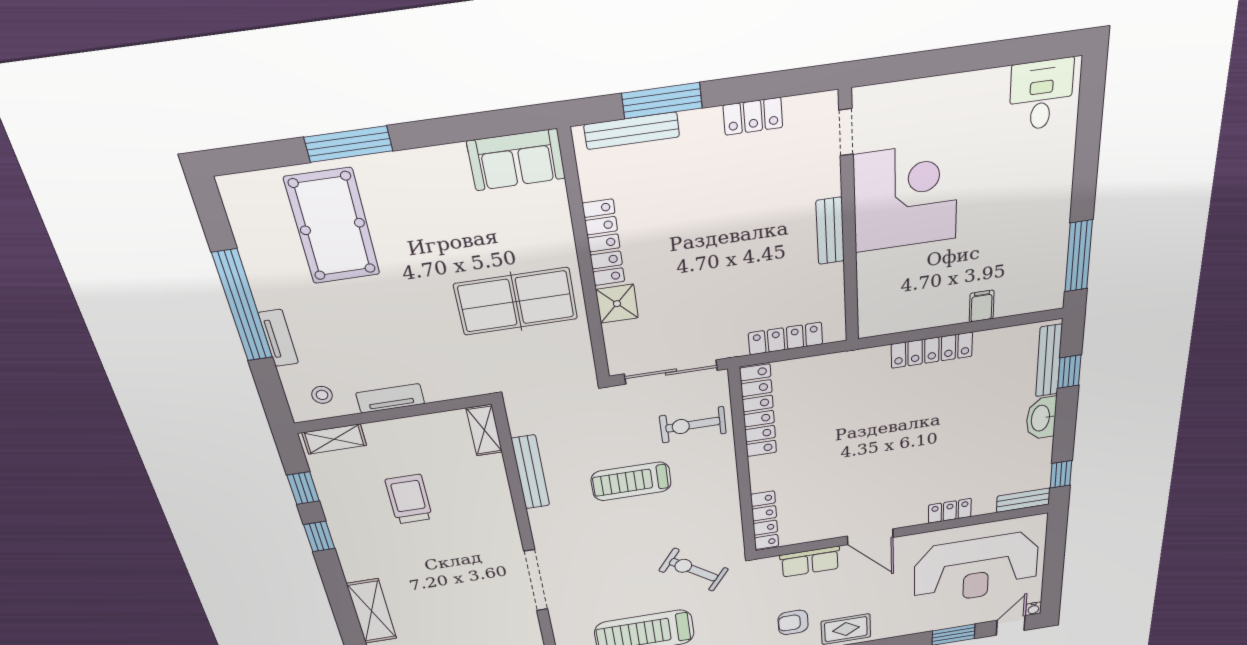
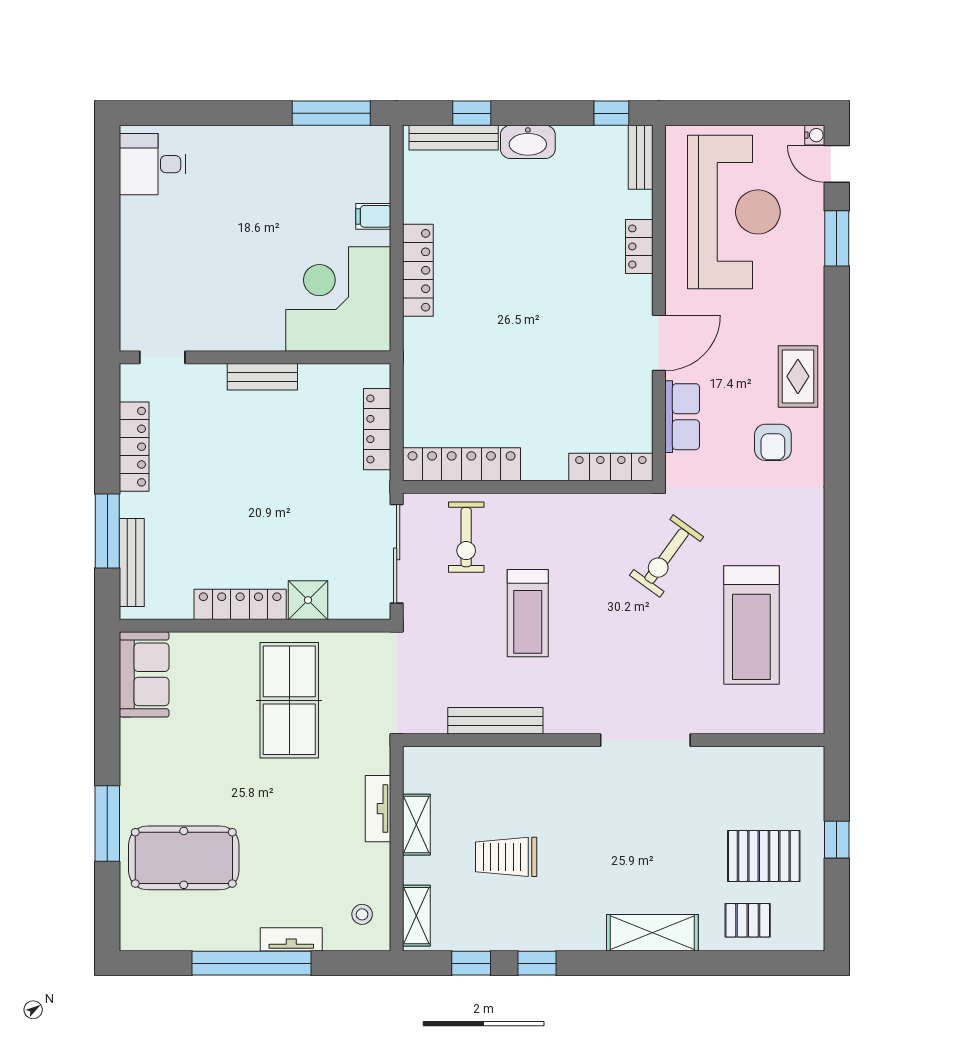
locker: (753, 116) -> (134, 447), width x1.53
corner desk: (905, 197) -> (338, 299), moved
tv unit: (390, 398) -> (378, 809), moved
shelving: (484, 430) -> (416, 825), moved, turned 90

